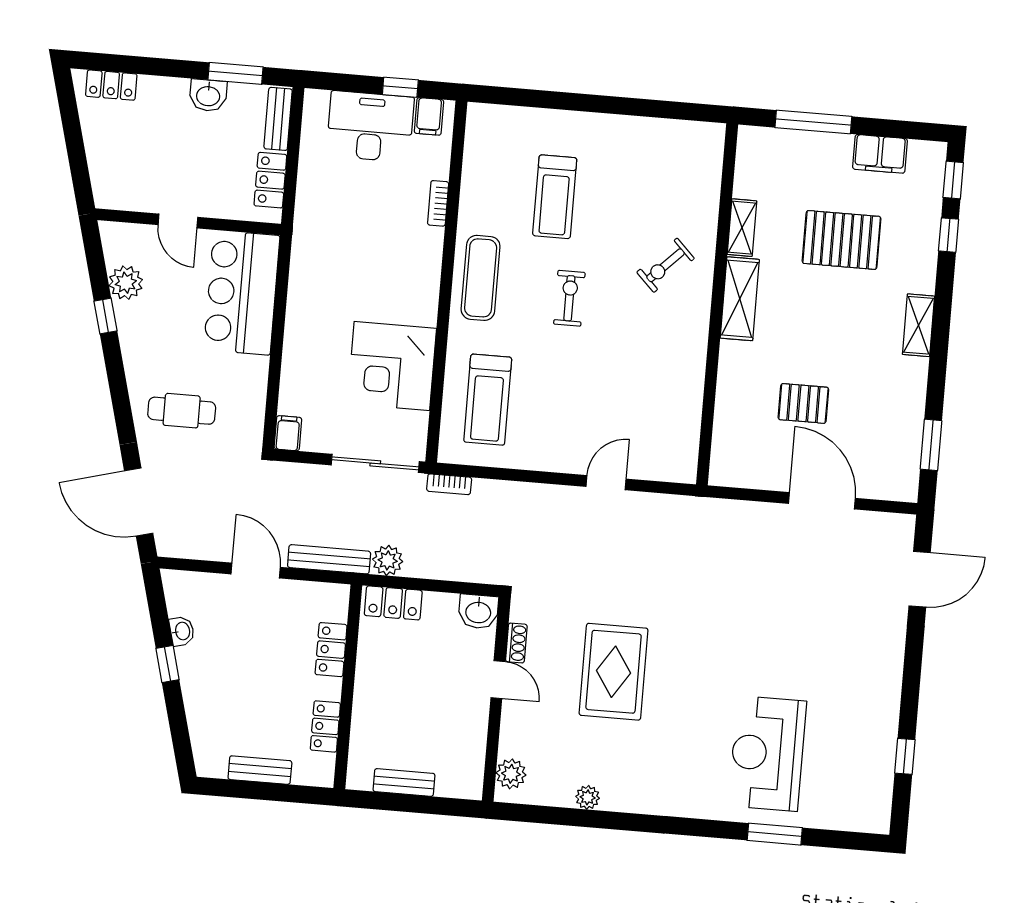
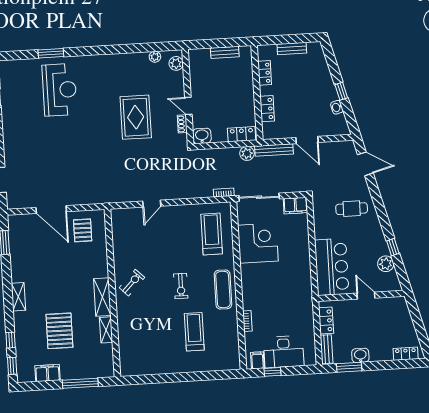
pallet: (842, 240) -> (59, 331), turned 90
exercise bike: (666, 265) -> (132, 283), moved
pallet: (803, 403) -> (83, 230), moved, turned 90
filing cabinet: (288, 433) -> (295, 206), width x2.00
door: (139, 502) -> (365, 164), width x0.73
plant: (588, 797) -> (155, 57), moved

